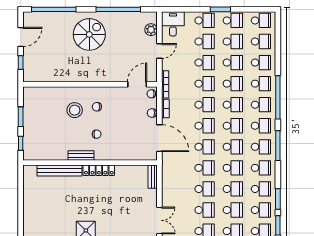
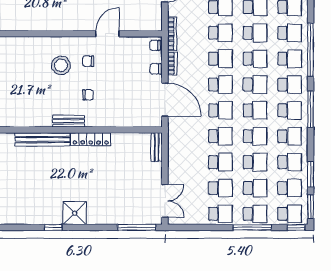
door: (137, 84) -> (108, 34), moved

